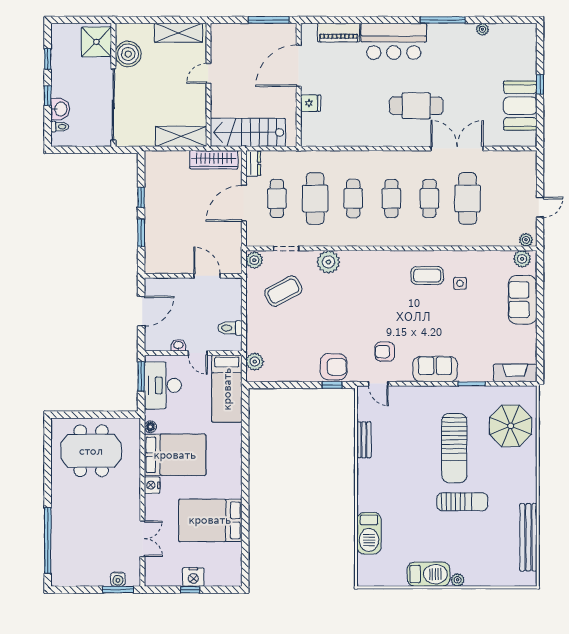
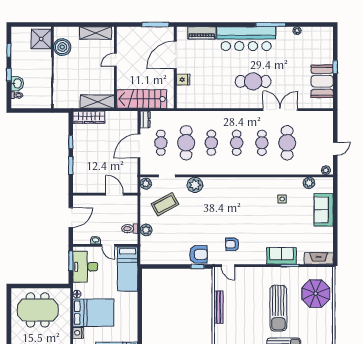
bar counter: (394, 41) -> (246, 39), width x1.36
wardrobe: (214, 160) -> (89, 117), moved
plant: (522, 259) -> (309, 183), moved
coffee table: (427, 276) -> (260, 194), removed
plant: (255, 362) -> (146, 230), moved
sofa: (435, 369) -> (281, 256), moved
bench: (364, 440) -> (218, 307), width x1.36

